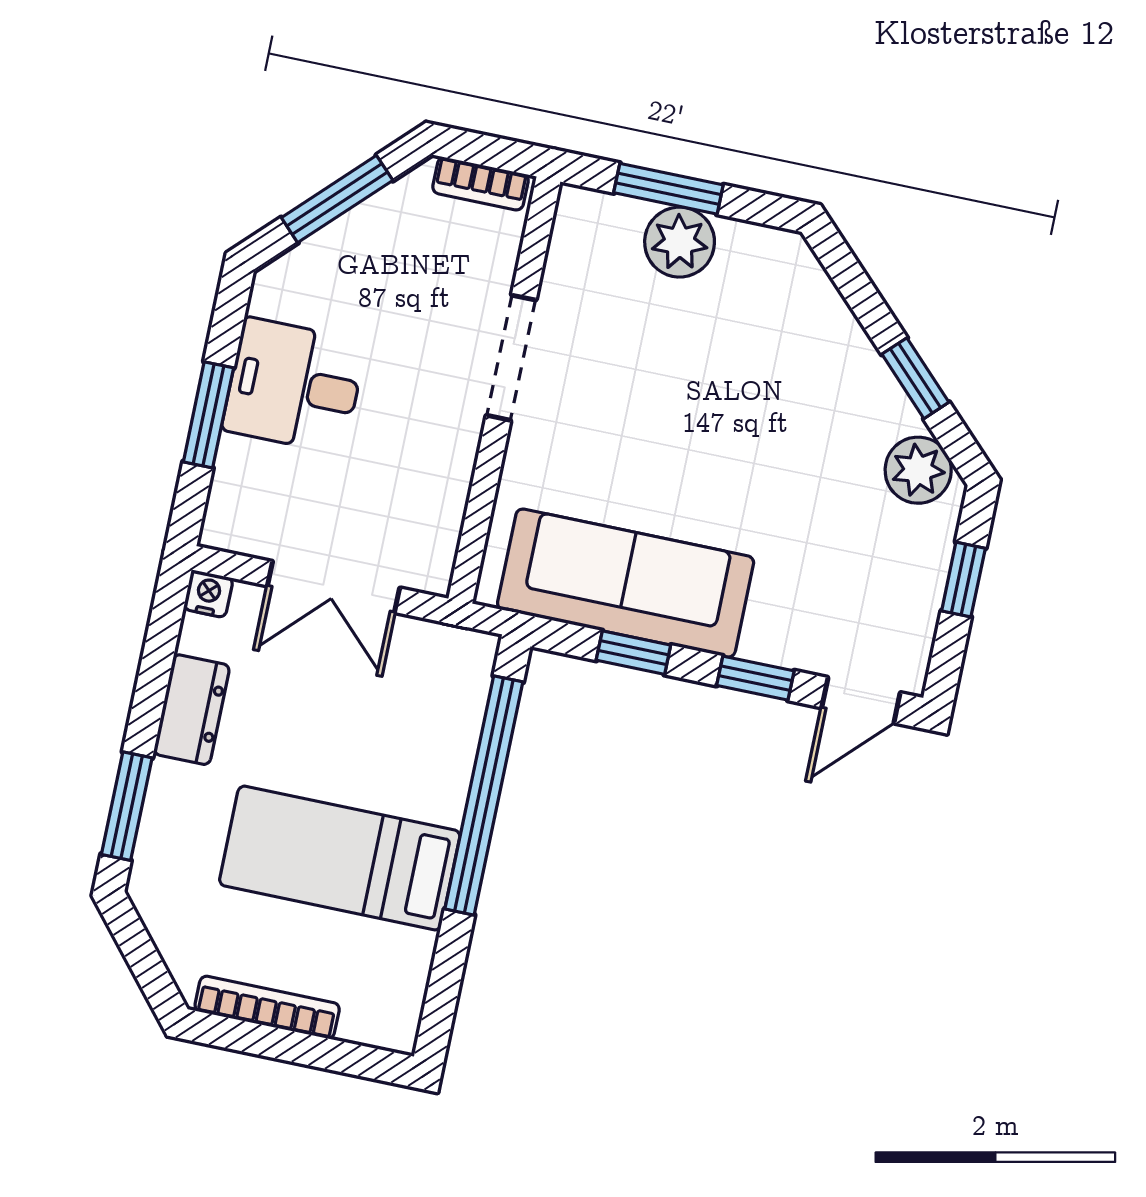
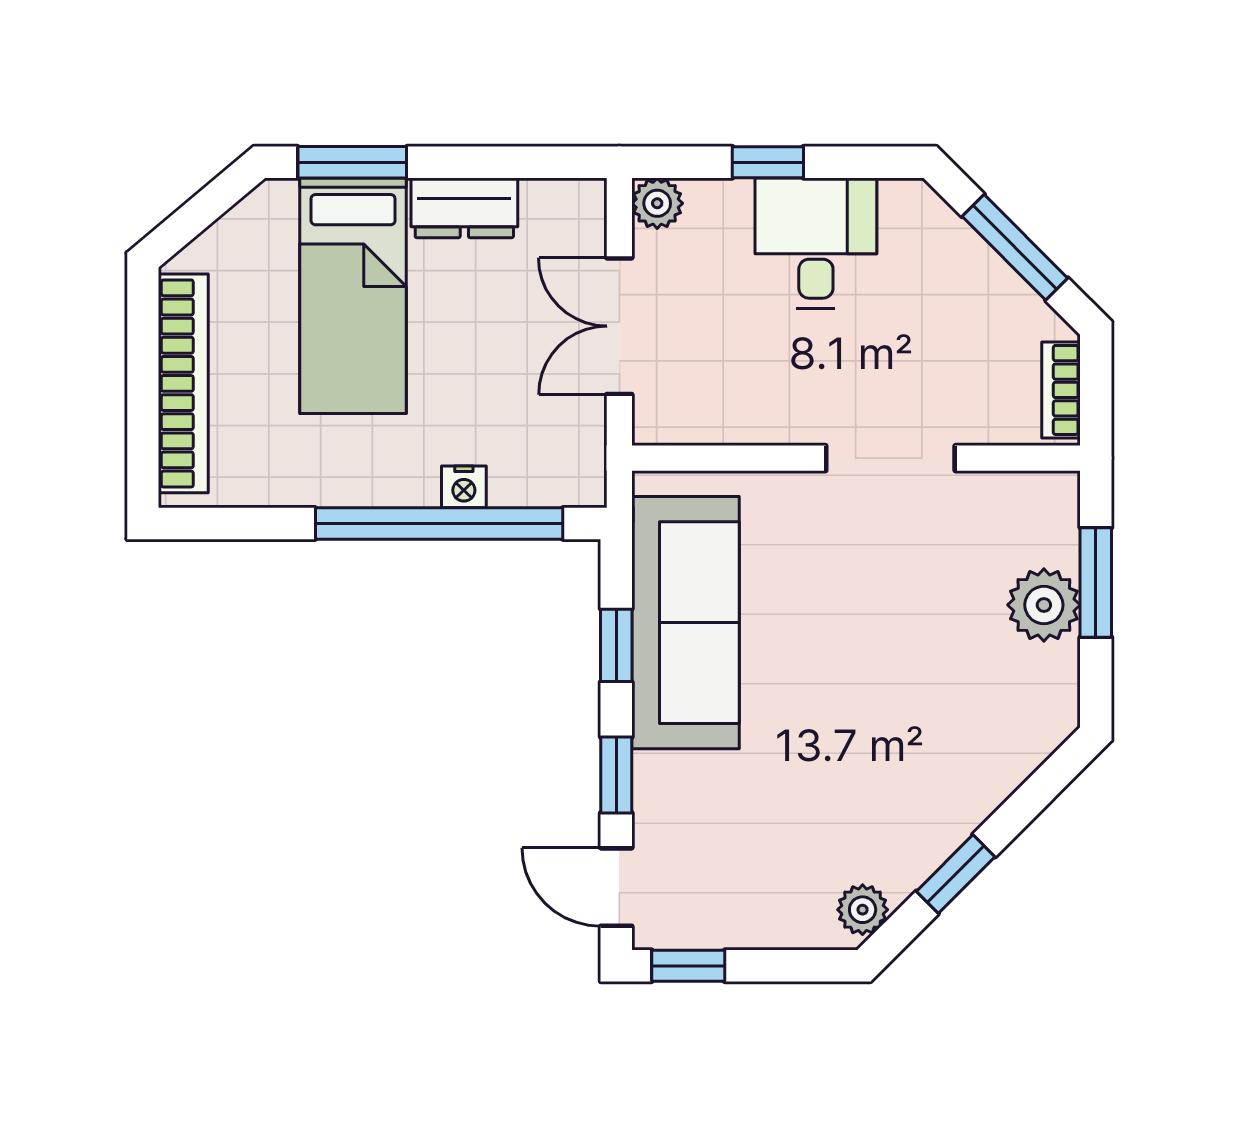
window: (208, 415) -> (768, 162), width x0.67
plant: (918, 470) -> (863, 910), width x0.73, depth x0.73
plant: (225, 527) -> (657, 203), added
window: (963, 580) -> (688, 966), moved
nightstand: (208, 594) -> (464, 487), moved, turned 90
bed: (340, 858) -> (353, 296), moved, turned 180
bookcase: (267, 1007) -> (183, 383), width x1.48, depth x1.31

